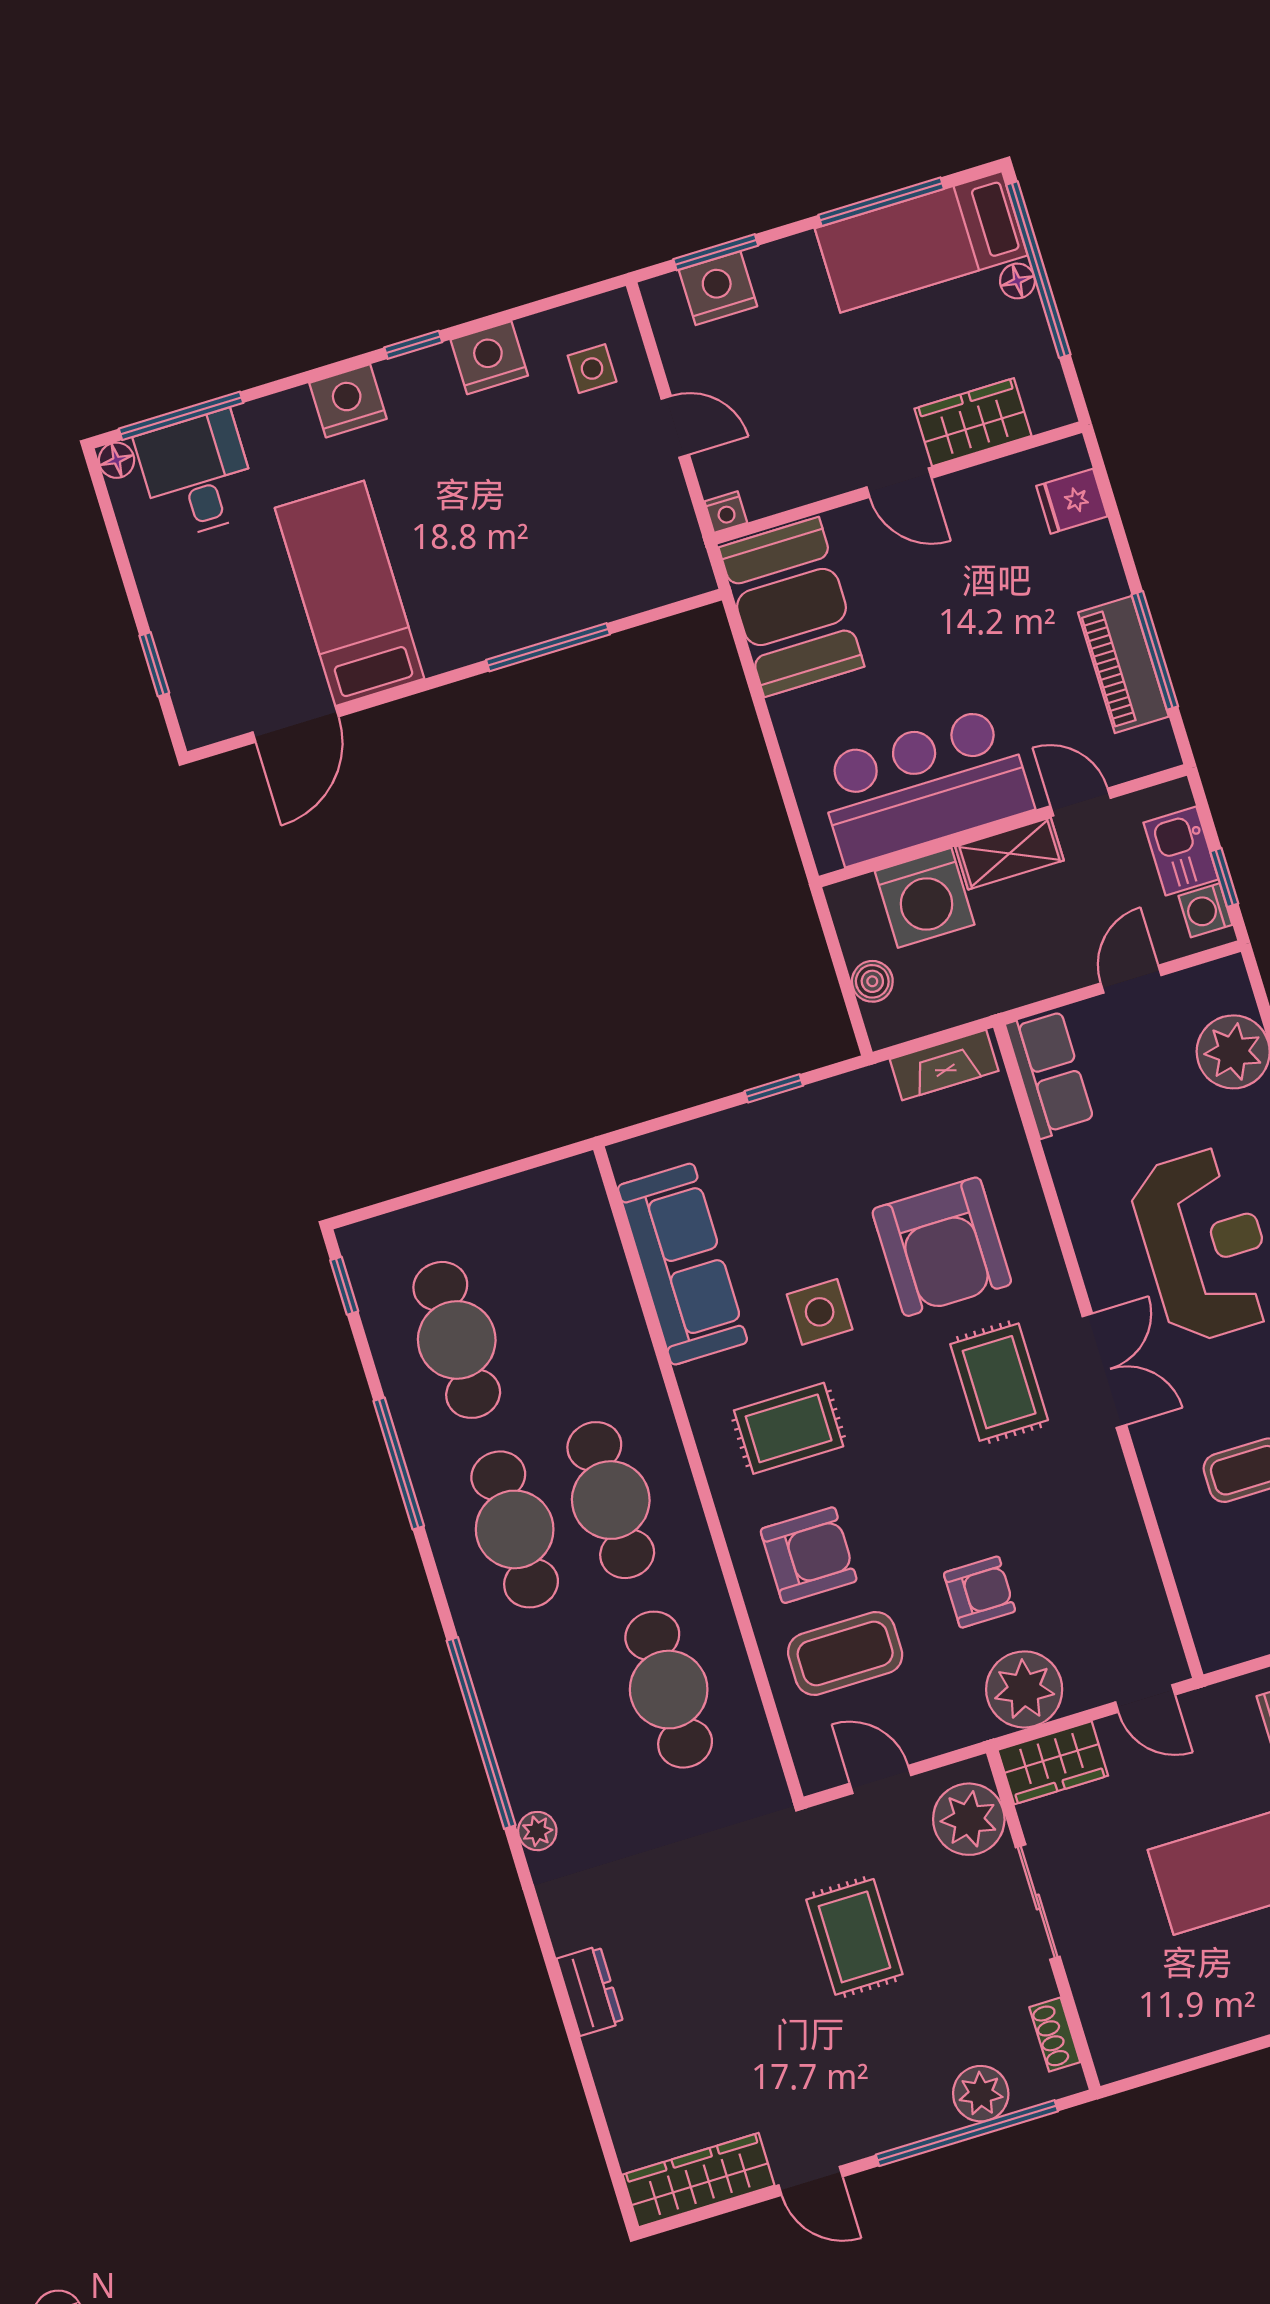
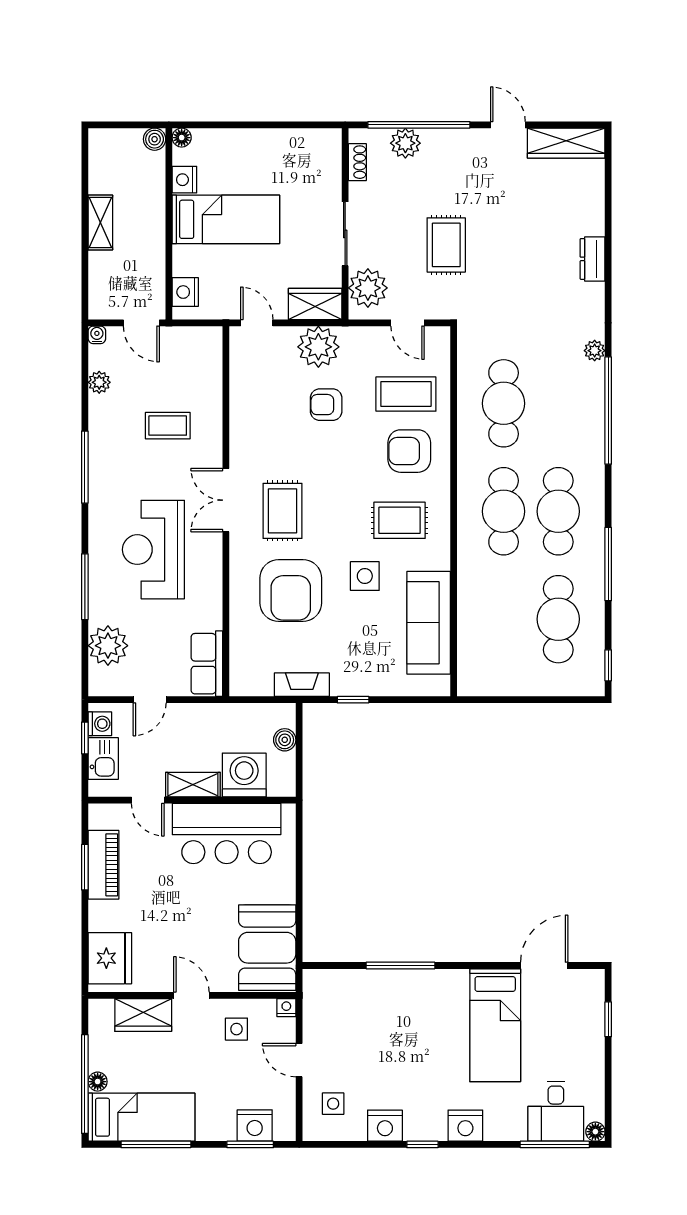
side table: (802, 448) -> (236, 1029), added
fridge: (1072, 501) -> (110, 958), width x1.88, depth x1.34
window: (1155, 650) -> (85, 867), width x0.69
fireplace: (944, 1065) -> (302, 685), moved
armchair: (942, 1247) -> (291, 591), turned 180

